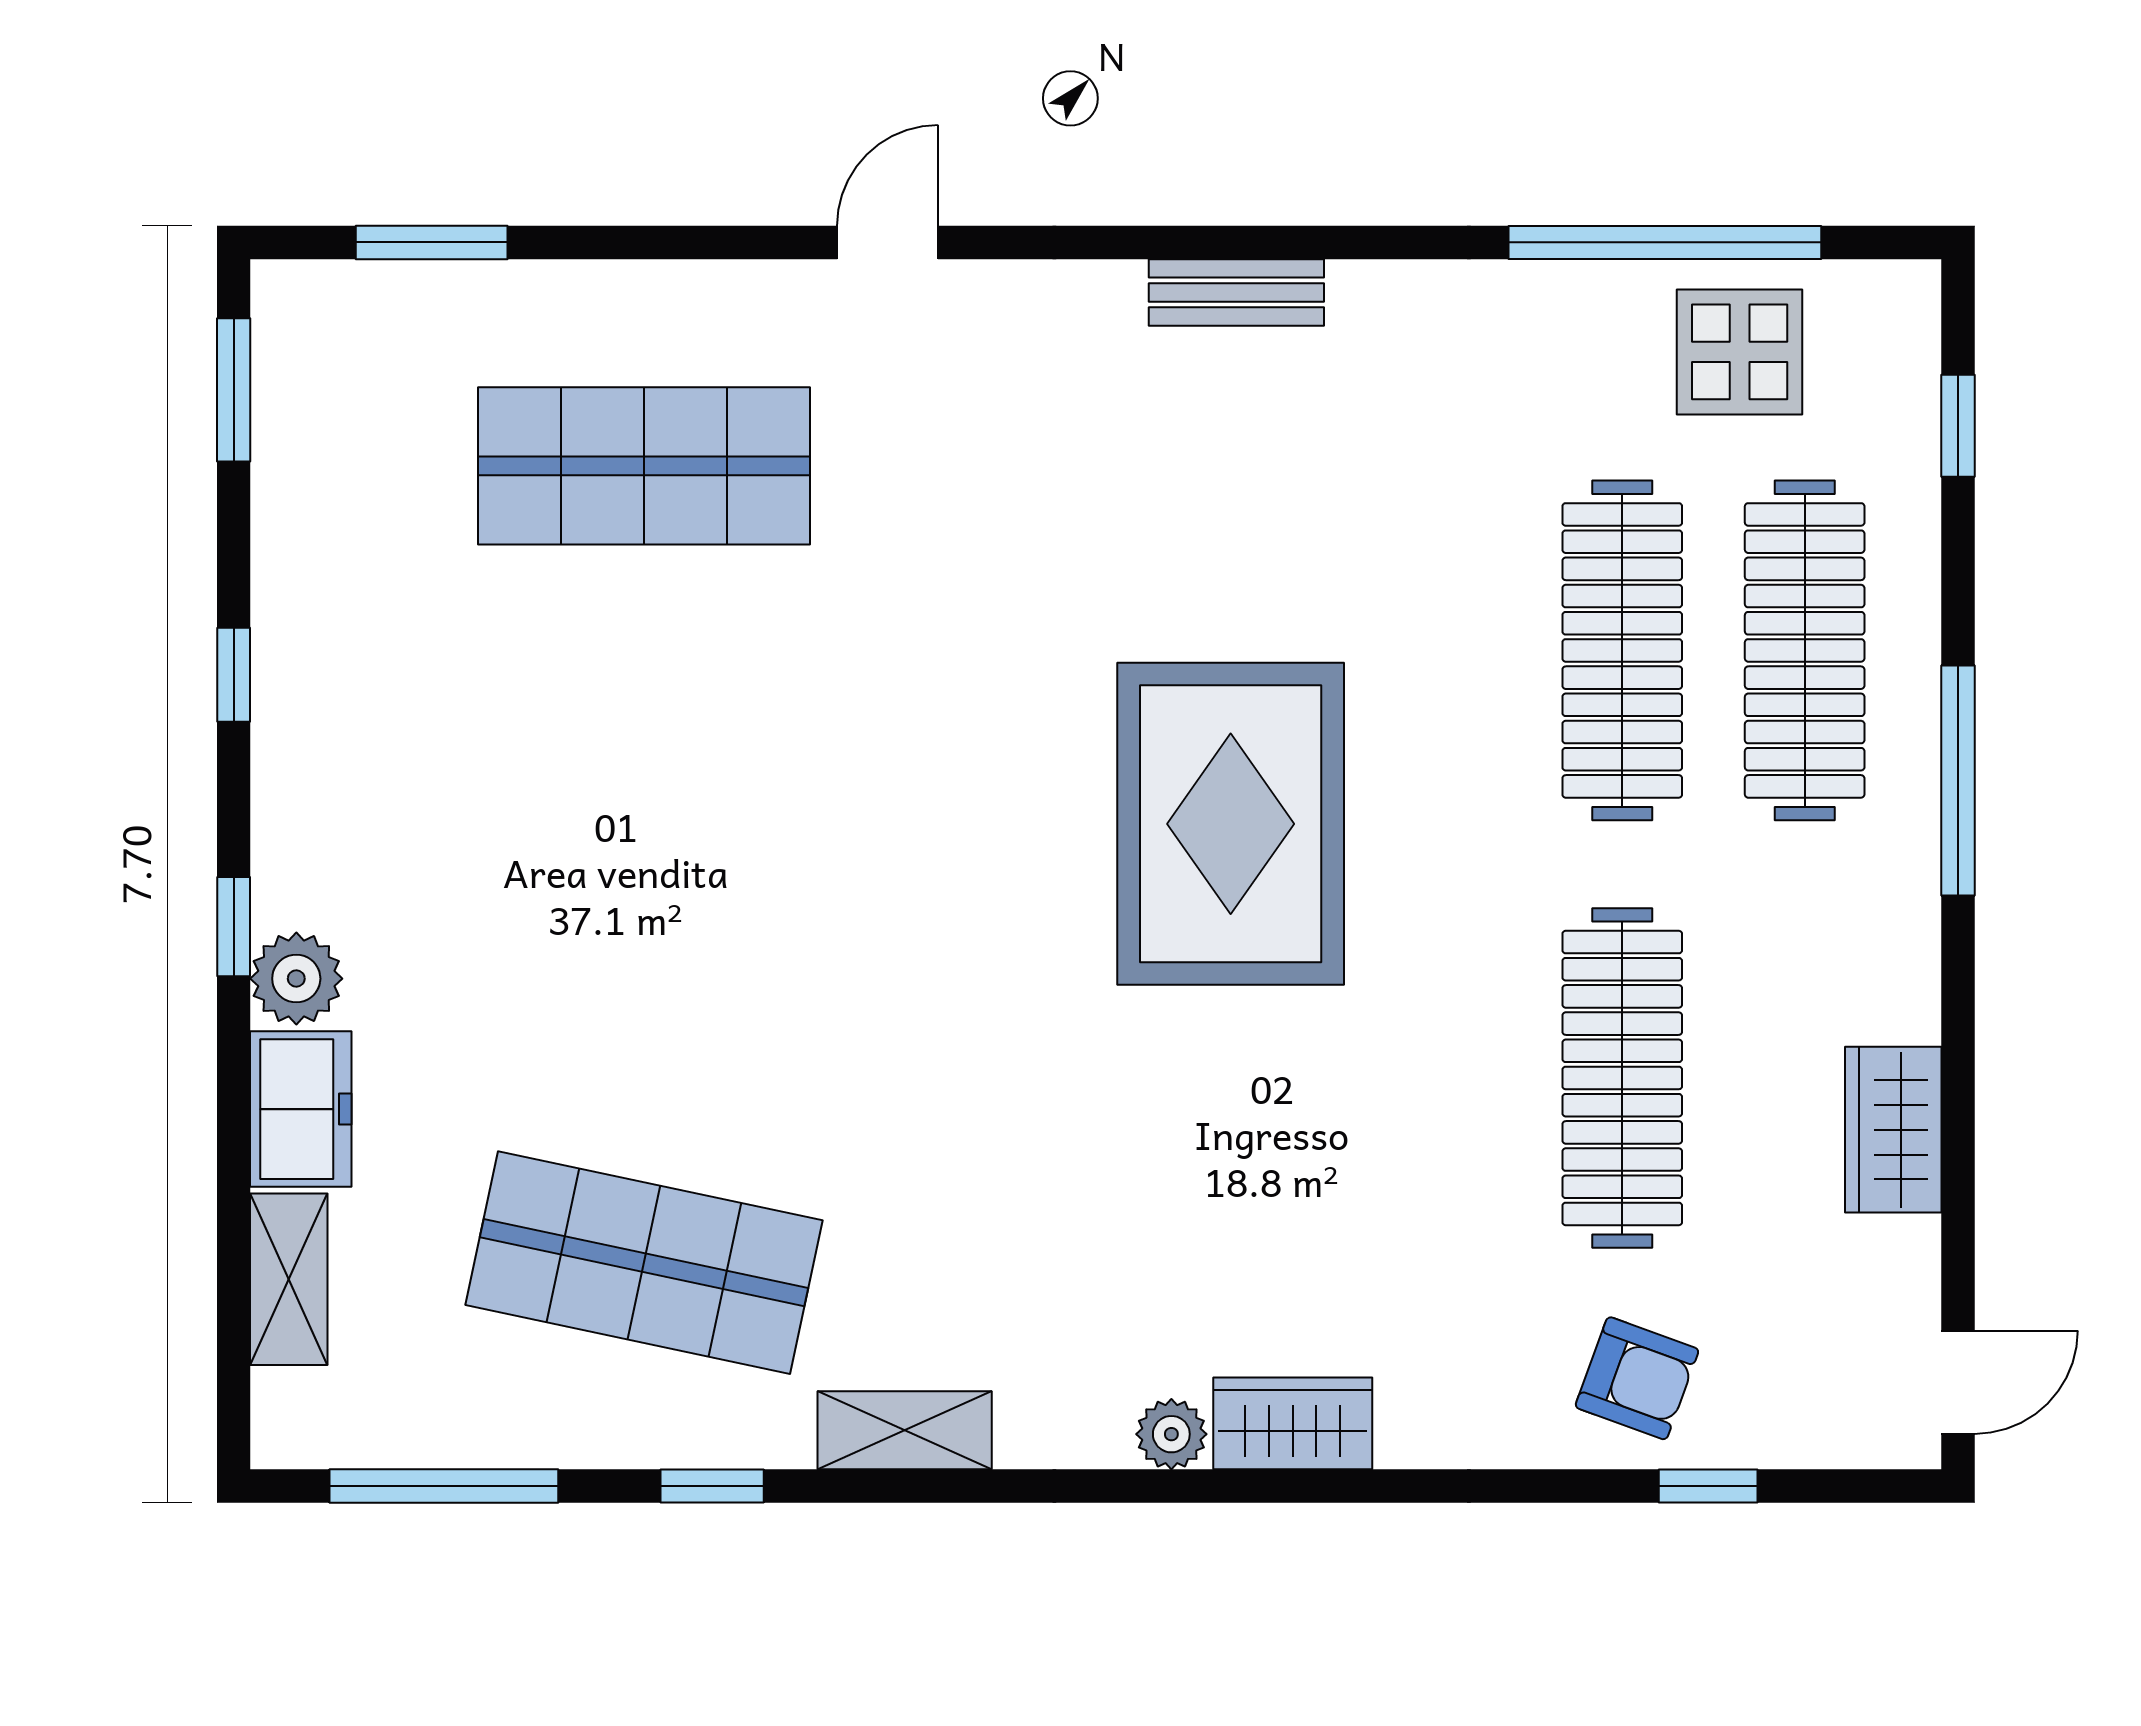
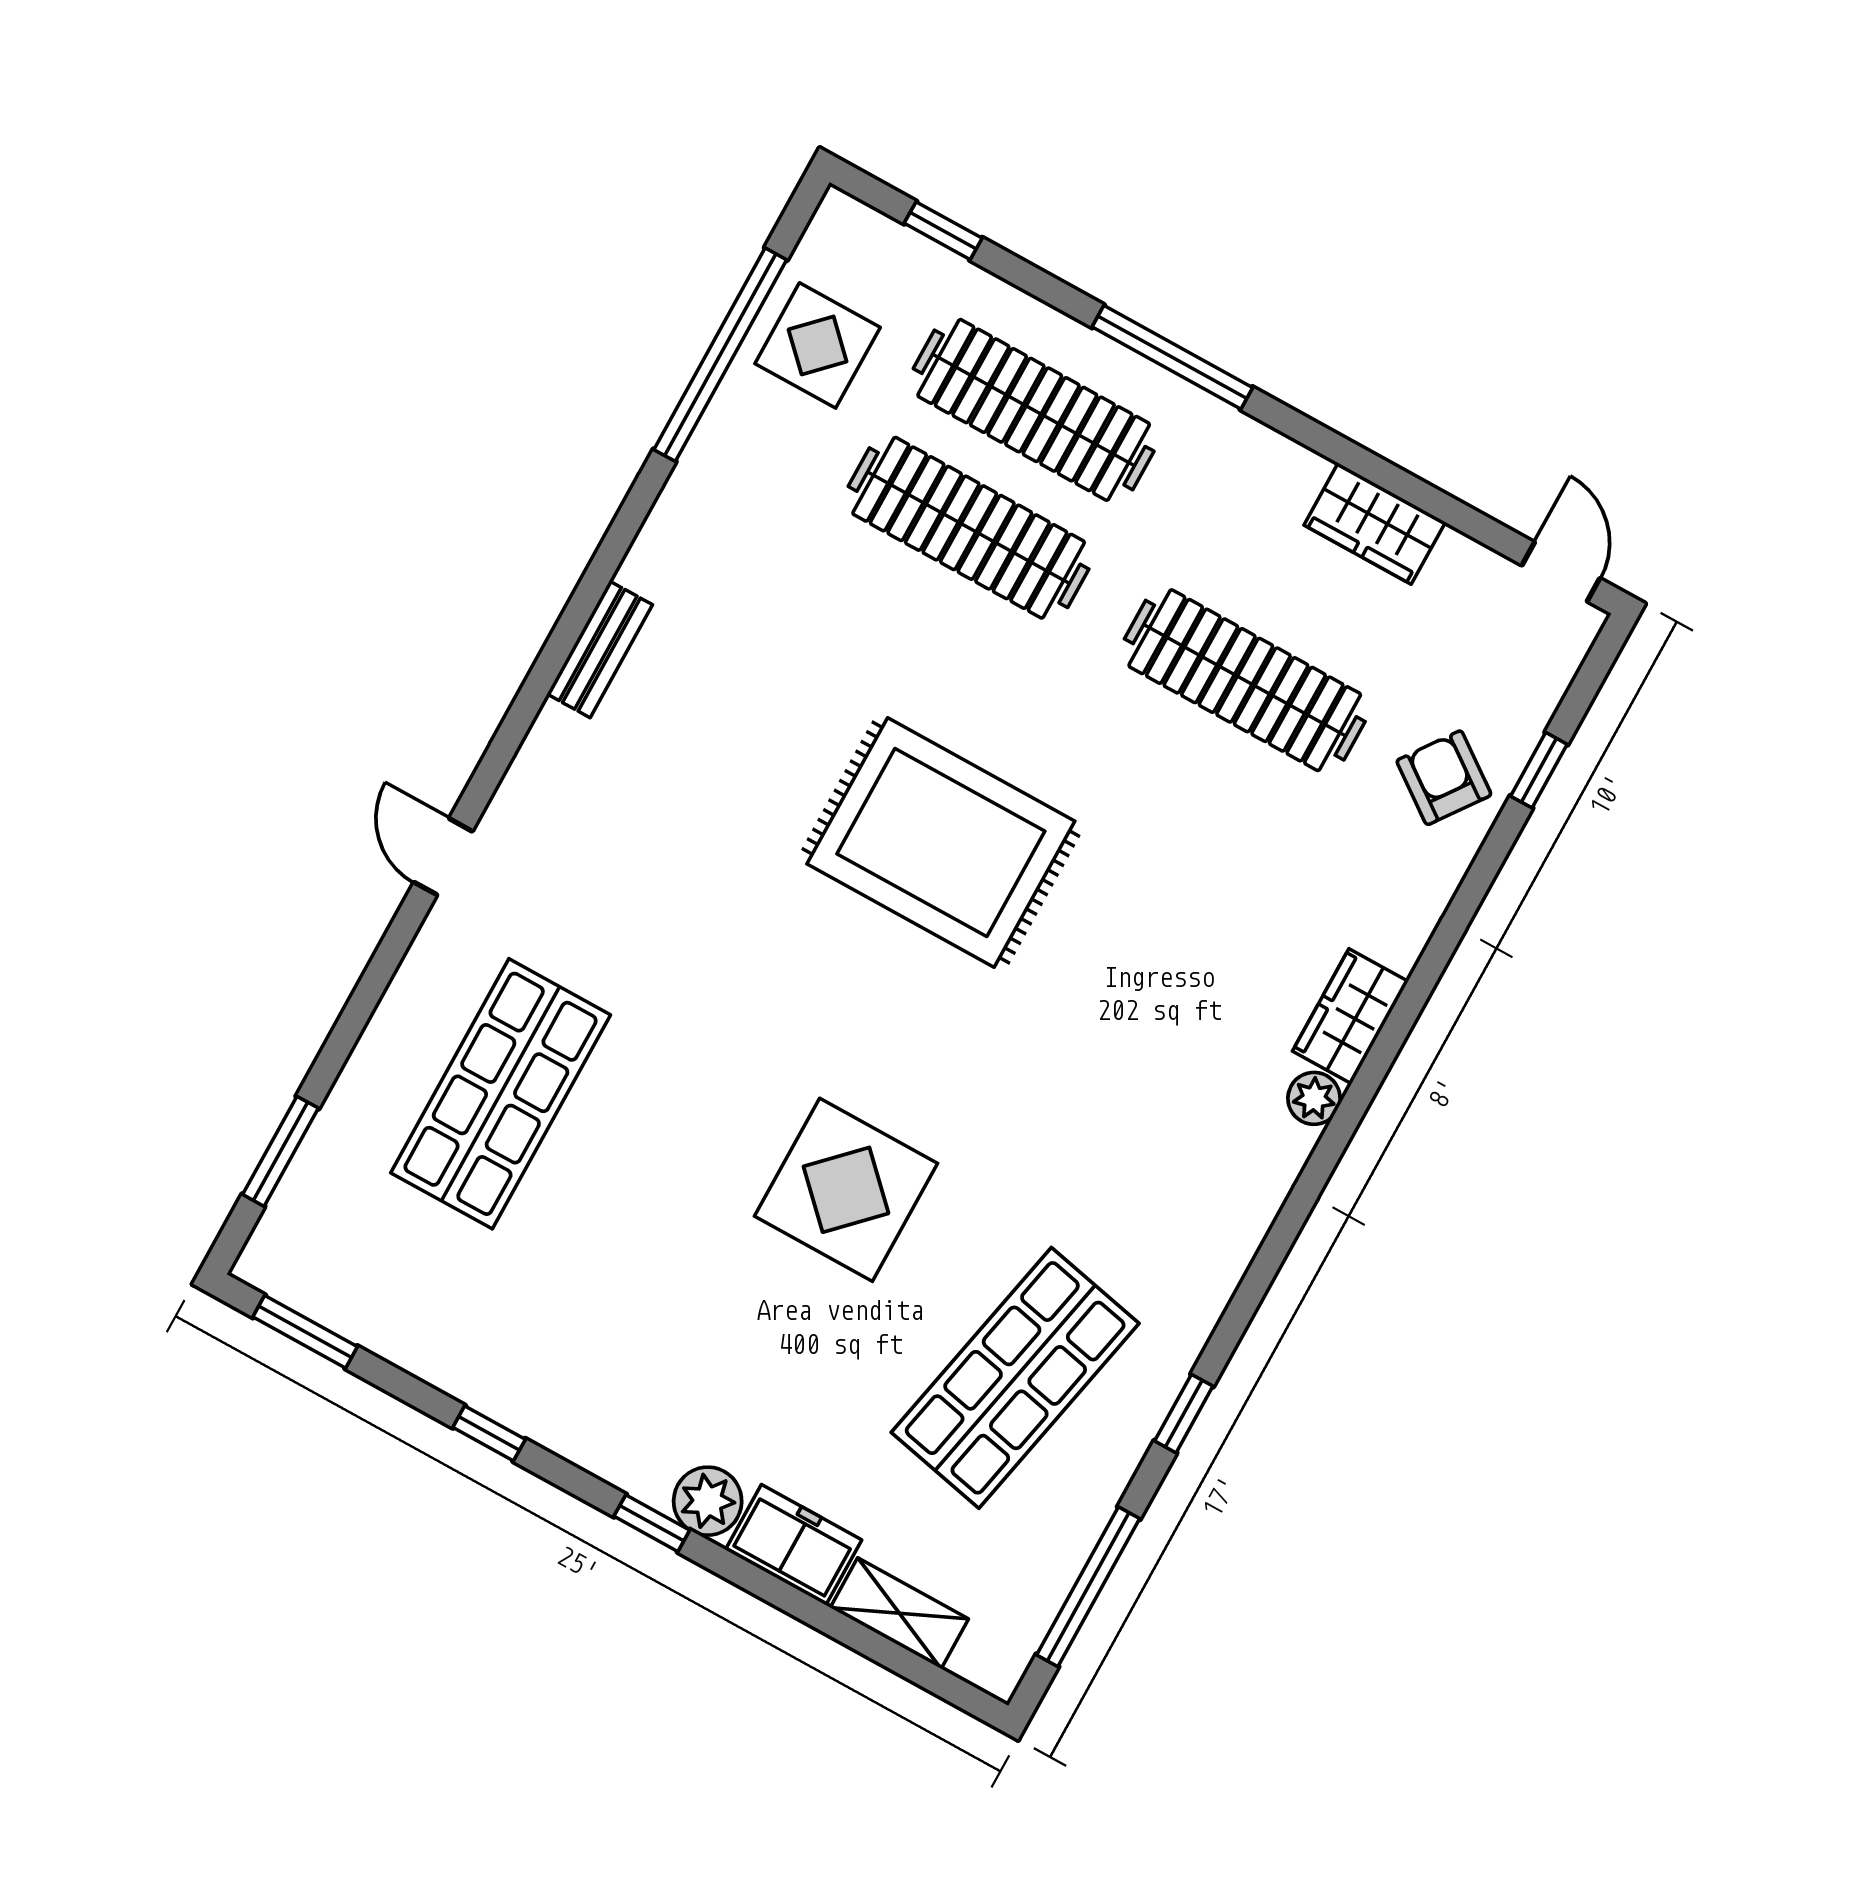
display table: (756, 939) -> (846, 1190), added
armchair: (1637, 1378) -> (1444, 778), turned -74
shelving: (905, 1430) -> (1216, 1269), removed

